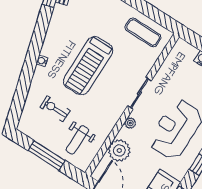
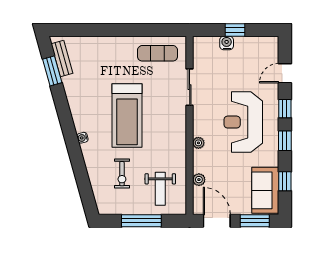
sliding door: (139, 93) -> (190, 87), moved
exercise bike: (55, 109) -> (122, 174), turned -90
plant: (119, 150) -> (199, 180), width x0.53, depth x0.53

